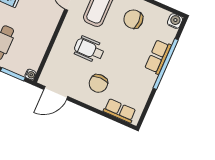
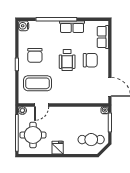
wheelchair: (89, 49) -> (67, 60), moved
row of seats: (158, 57) -> (72, 27), moved

